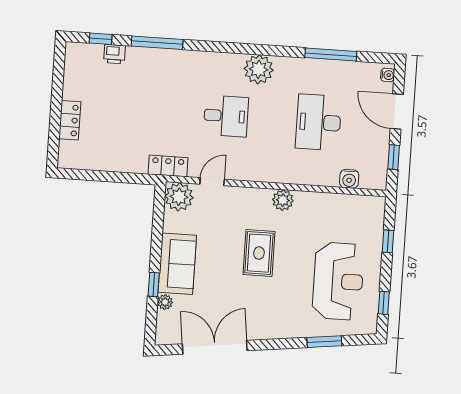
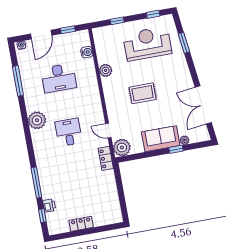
locker: (70, 120) -> (81, 224), moved
plant: (283, 200) -> (106, 70), moved

